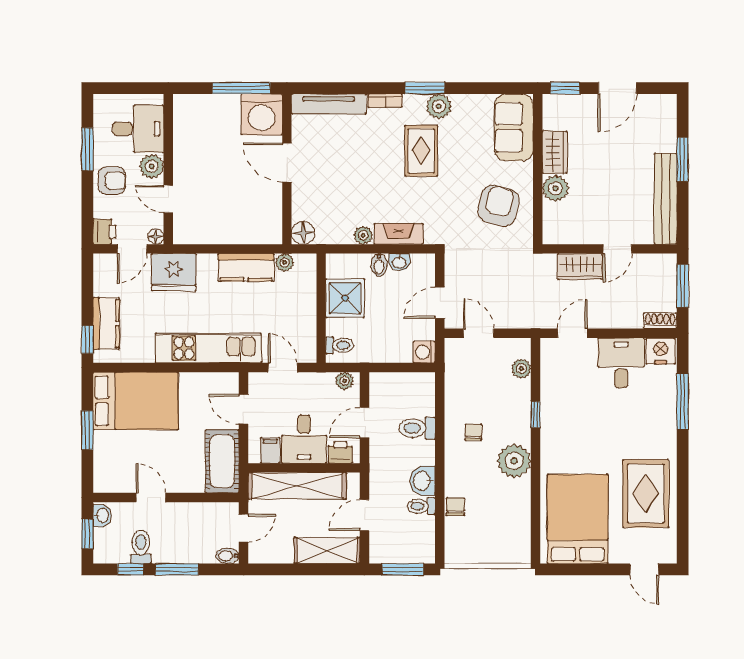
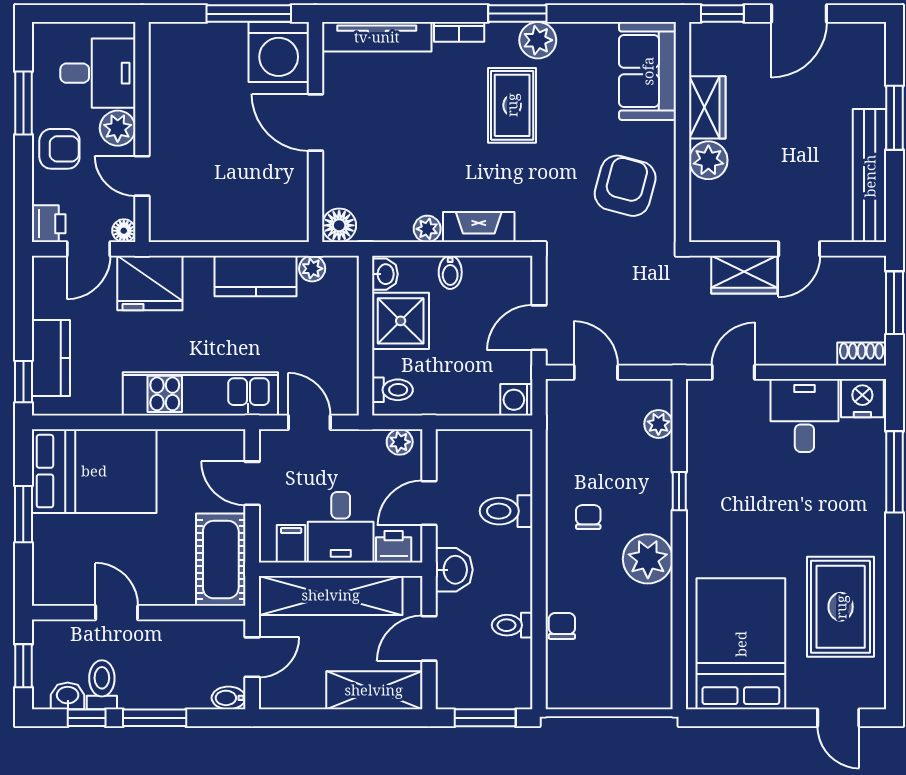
washbasin: (399, 262) -> (385, 274), moved, turned -90
washbasin: (422, 481) -> (454, 570), moved, turned 180
washbasin: (102, 515) -> (68, 696), moved, turned -90

